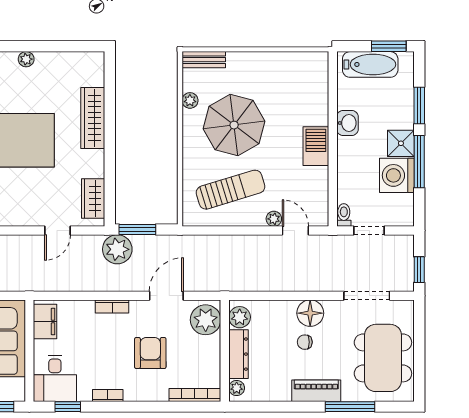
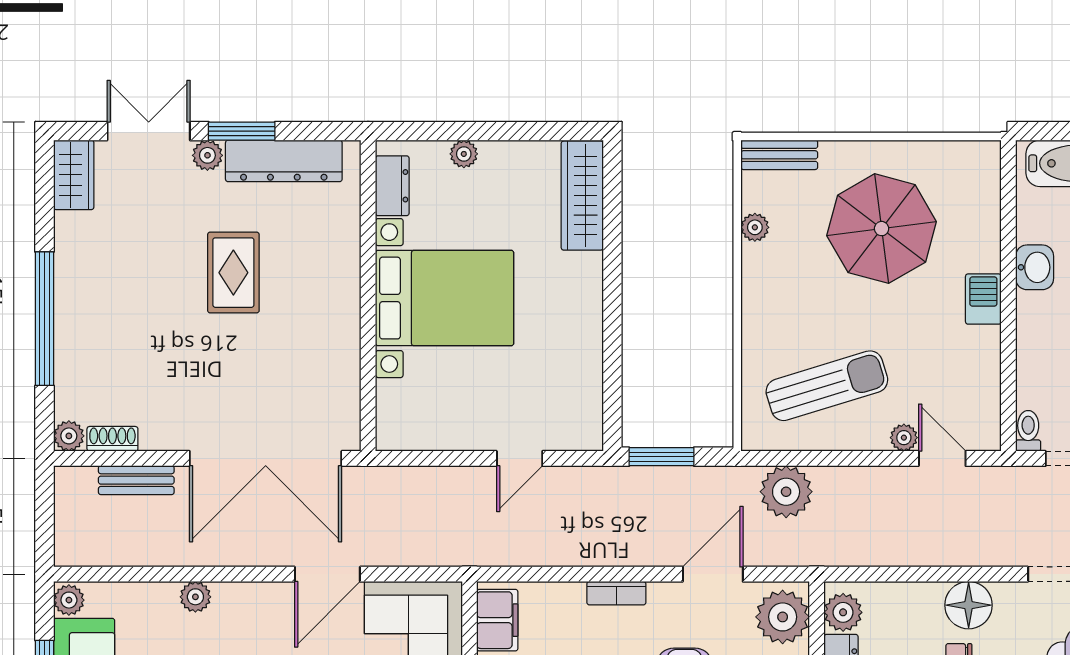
wardrobe: (93, 118) -> (582, 196), moved
parasol: (234, 125) -> (882, 229), moved
barbecue: (316, 146) -> (983, 299), width x0.73, depth x0.79
wardrobe: (93, 199) -> (583, 402), removed
plant: (117, 249) -> (786, 492), moved

